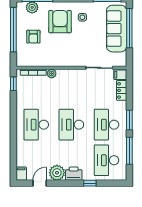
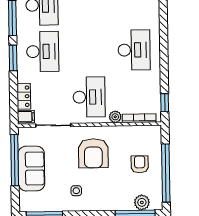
armchair: (60, 22) -> (93, 153), moved
window: (129, 28) -> (15, 160), moved
sofa: (117, 29) -> (31, 169), width x0.73
desk: (71, 125) -> (89, 97), moved

